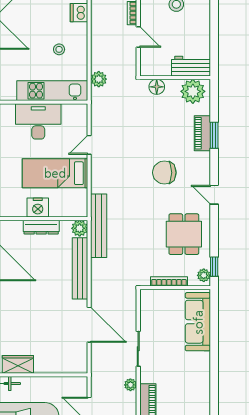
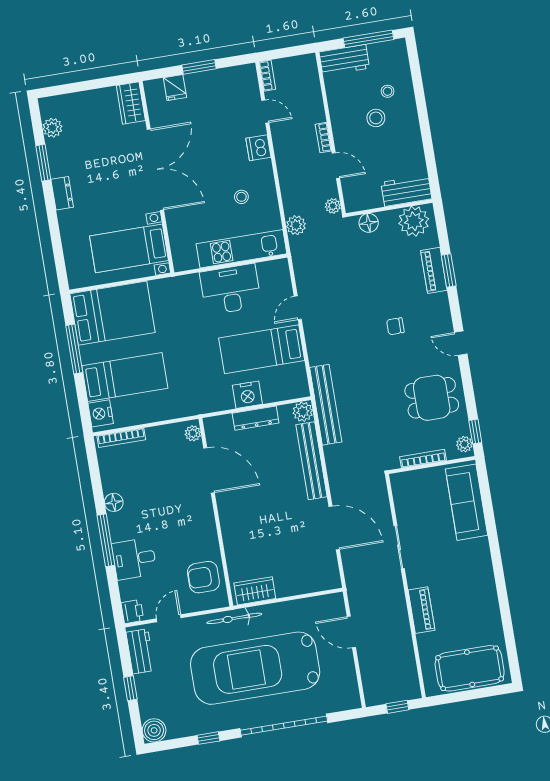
chair: (164, 173) -> (395, 326), width x0.54, depth x0.54
dining table: (184, 234) -> (432, 398), turned 90
plant: (130, 385) -> (333, 206), moved

